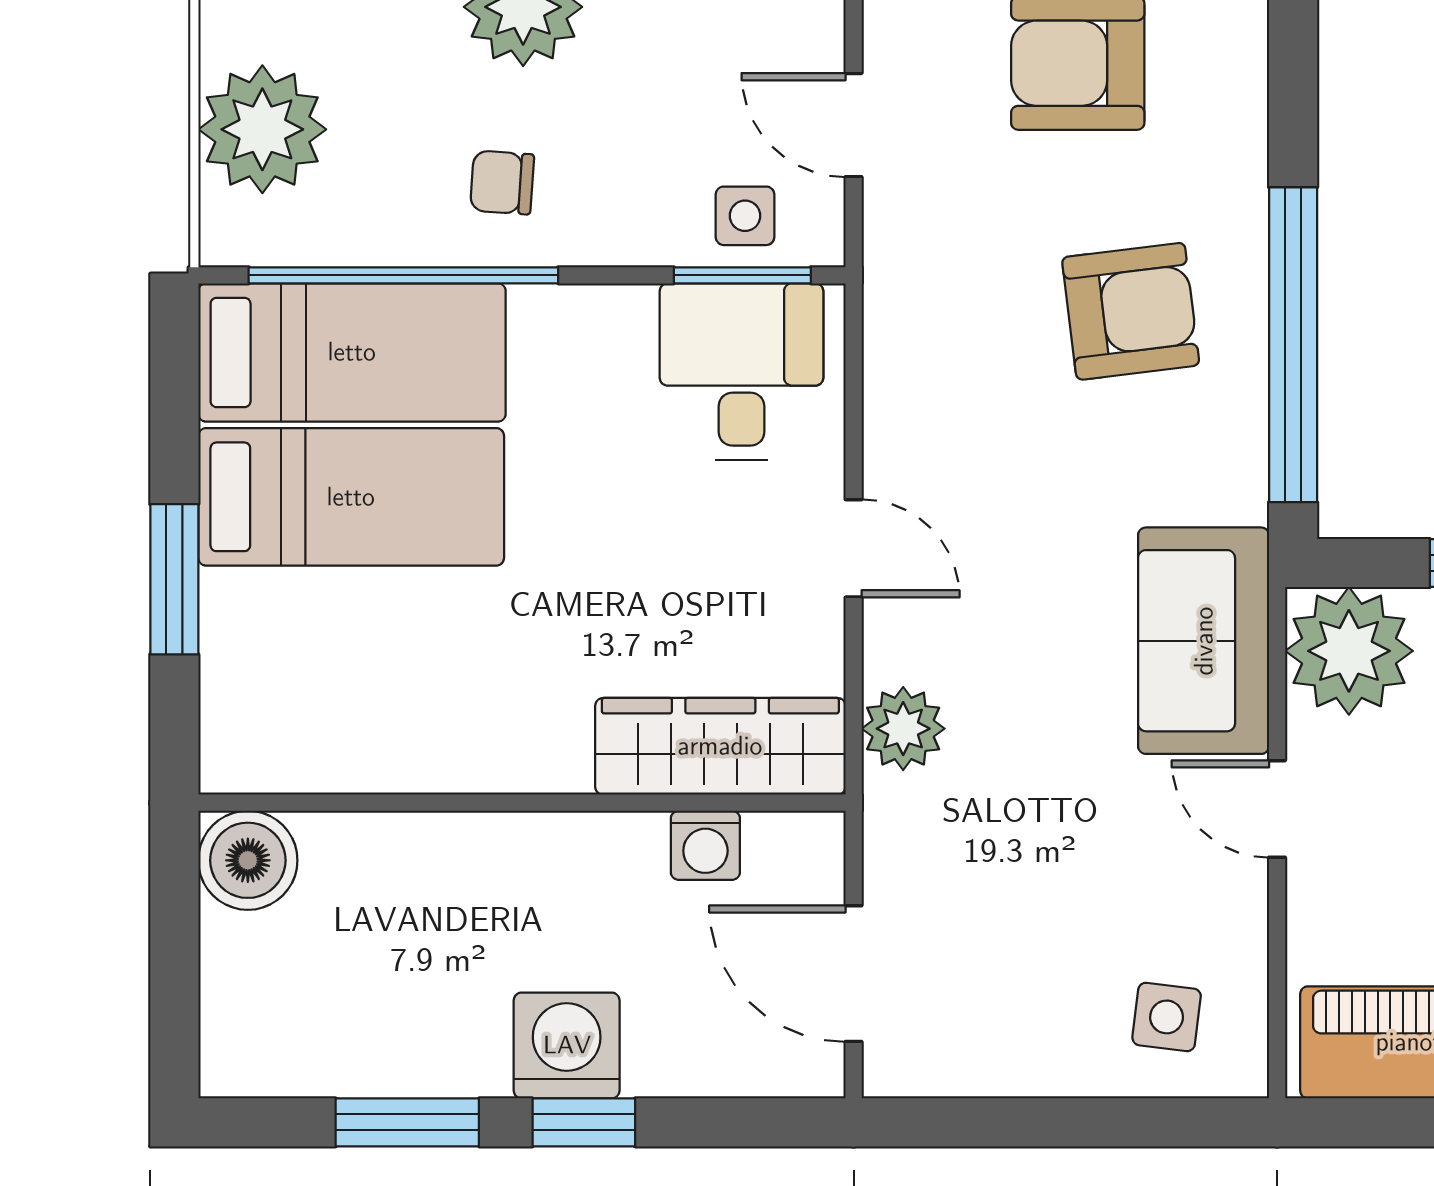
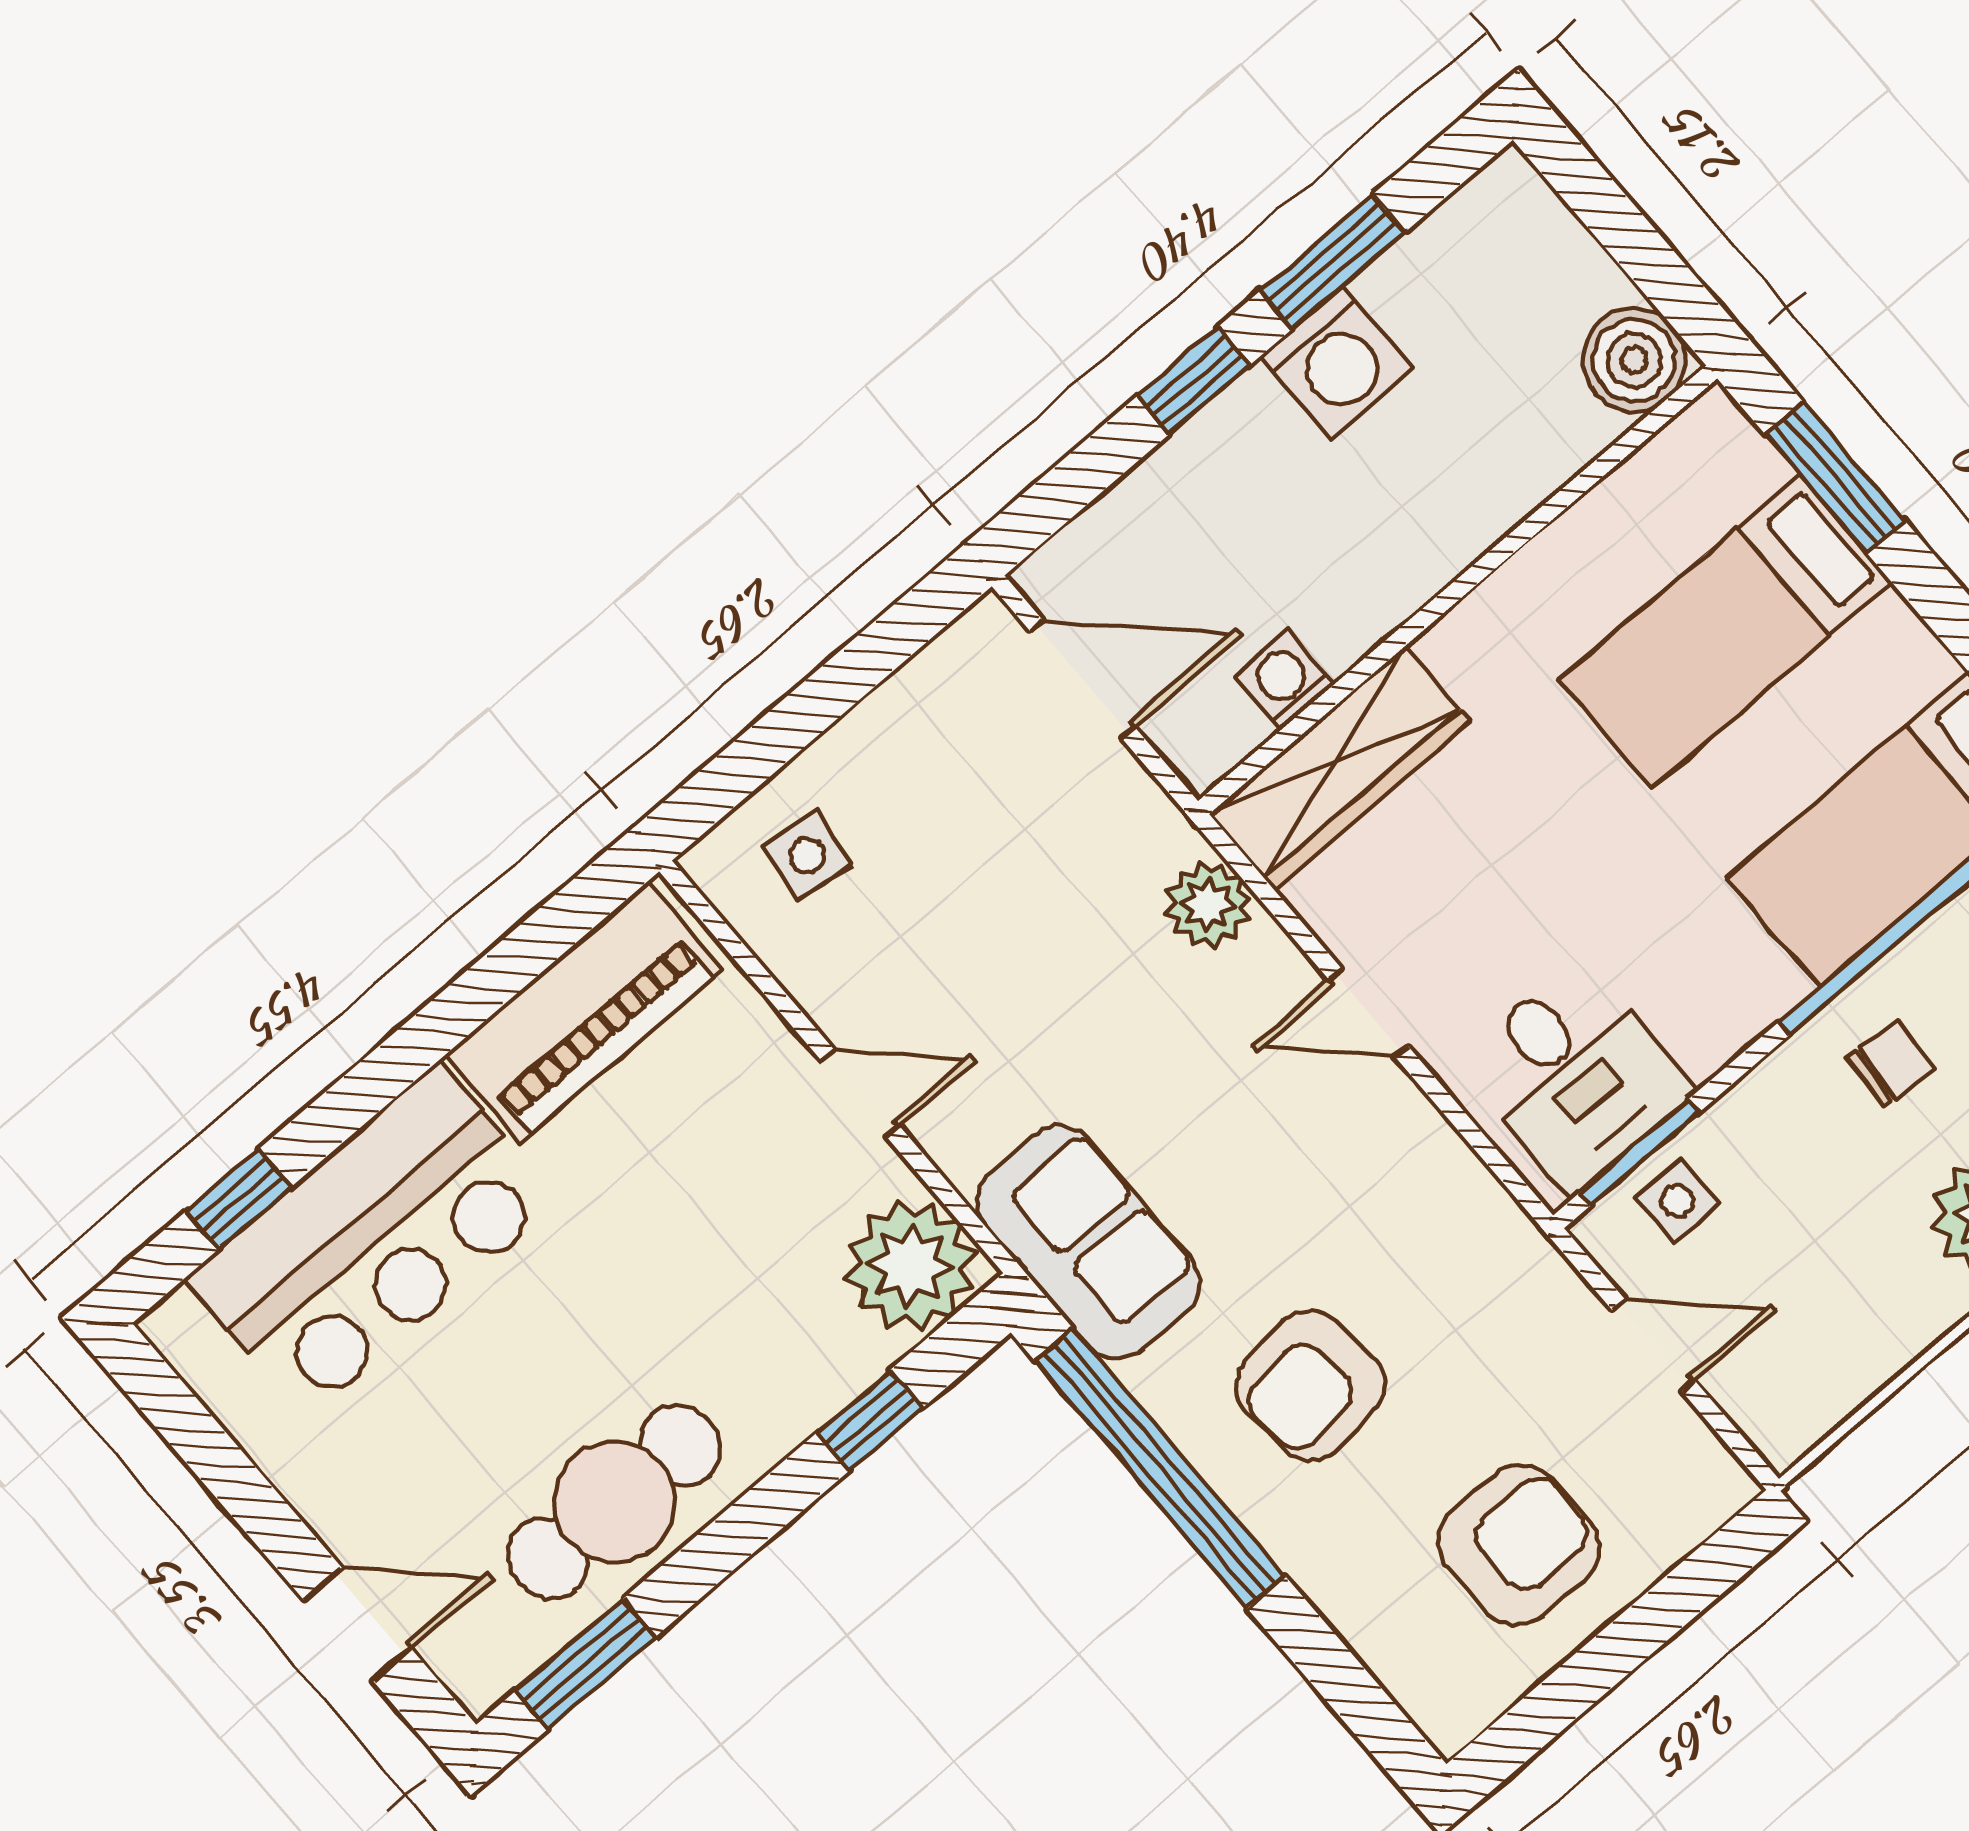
bed: (351, 497) -> (1726, 631), moved
window: (174, 579) -> (1835, 478), moved
sofa: (1204, 641) -> (1088, 1242), moved
washing machine: (567, 1045) -> (1337, 363), moved

